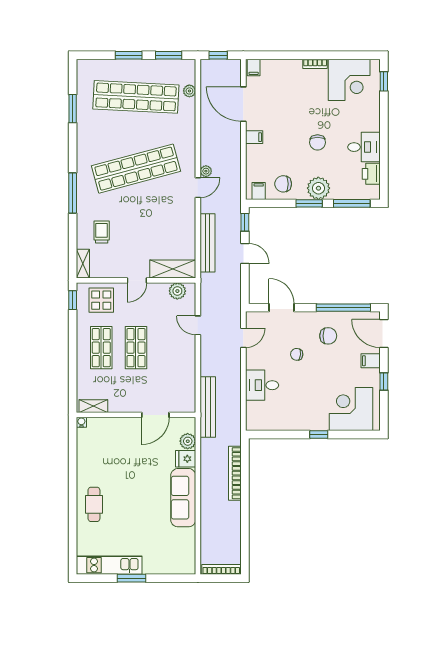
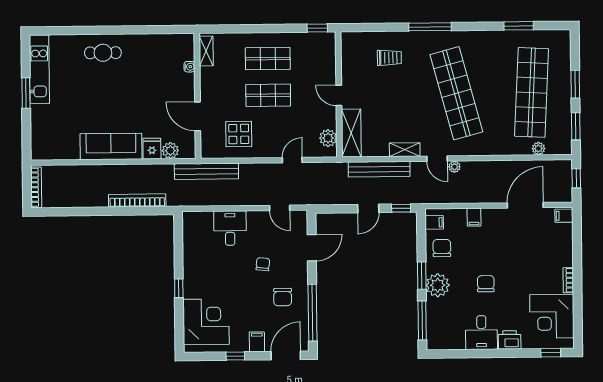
filing cabinet: (254, 137) -> (474, 217), moved
chair: (318, 142) -> (486, 284), turned 90
printer: (371, 174) -> (510, 340), moved
shelving: (83, 264) -> (405, 150), moved
display table: (101, 300) -> (239, 134), moved
water cooler: (81, 422) -> (189, 67), moved

